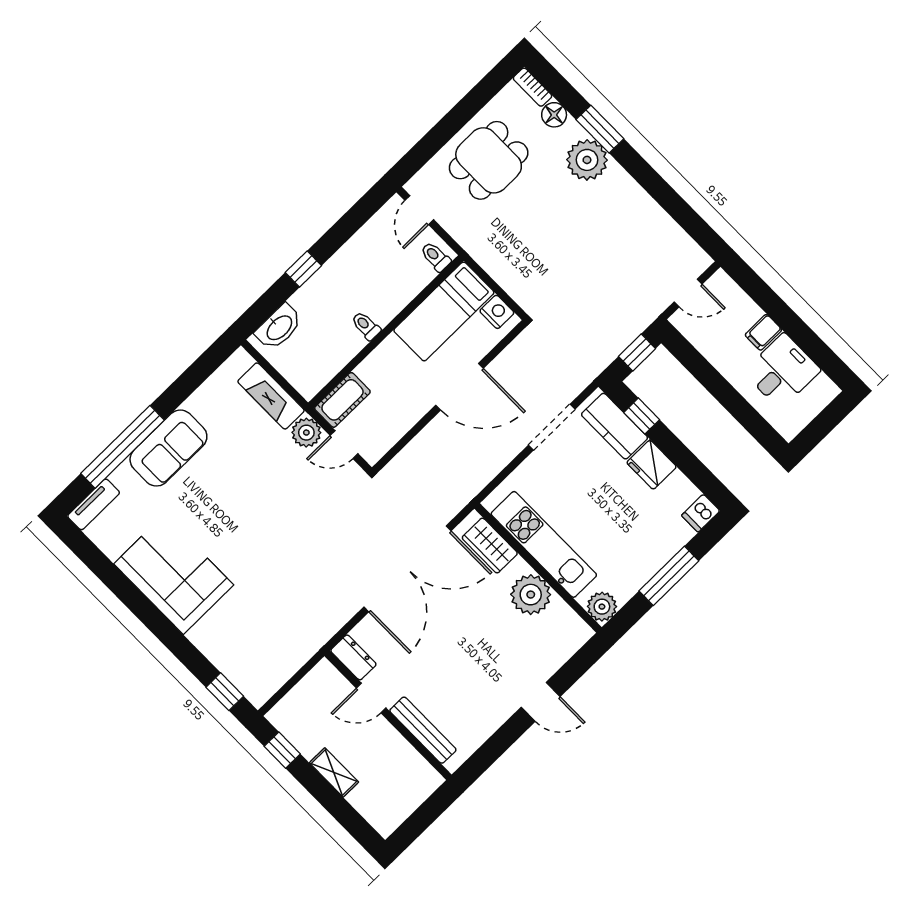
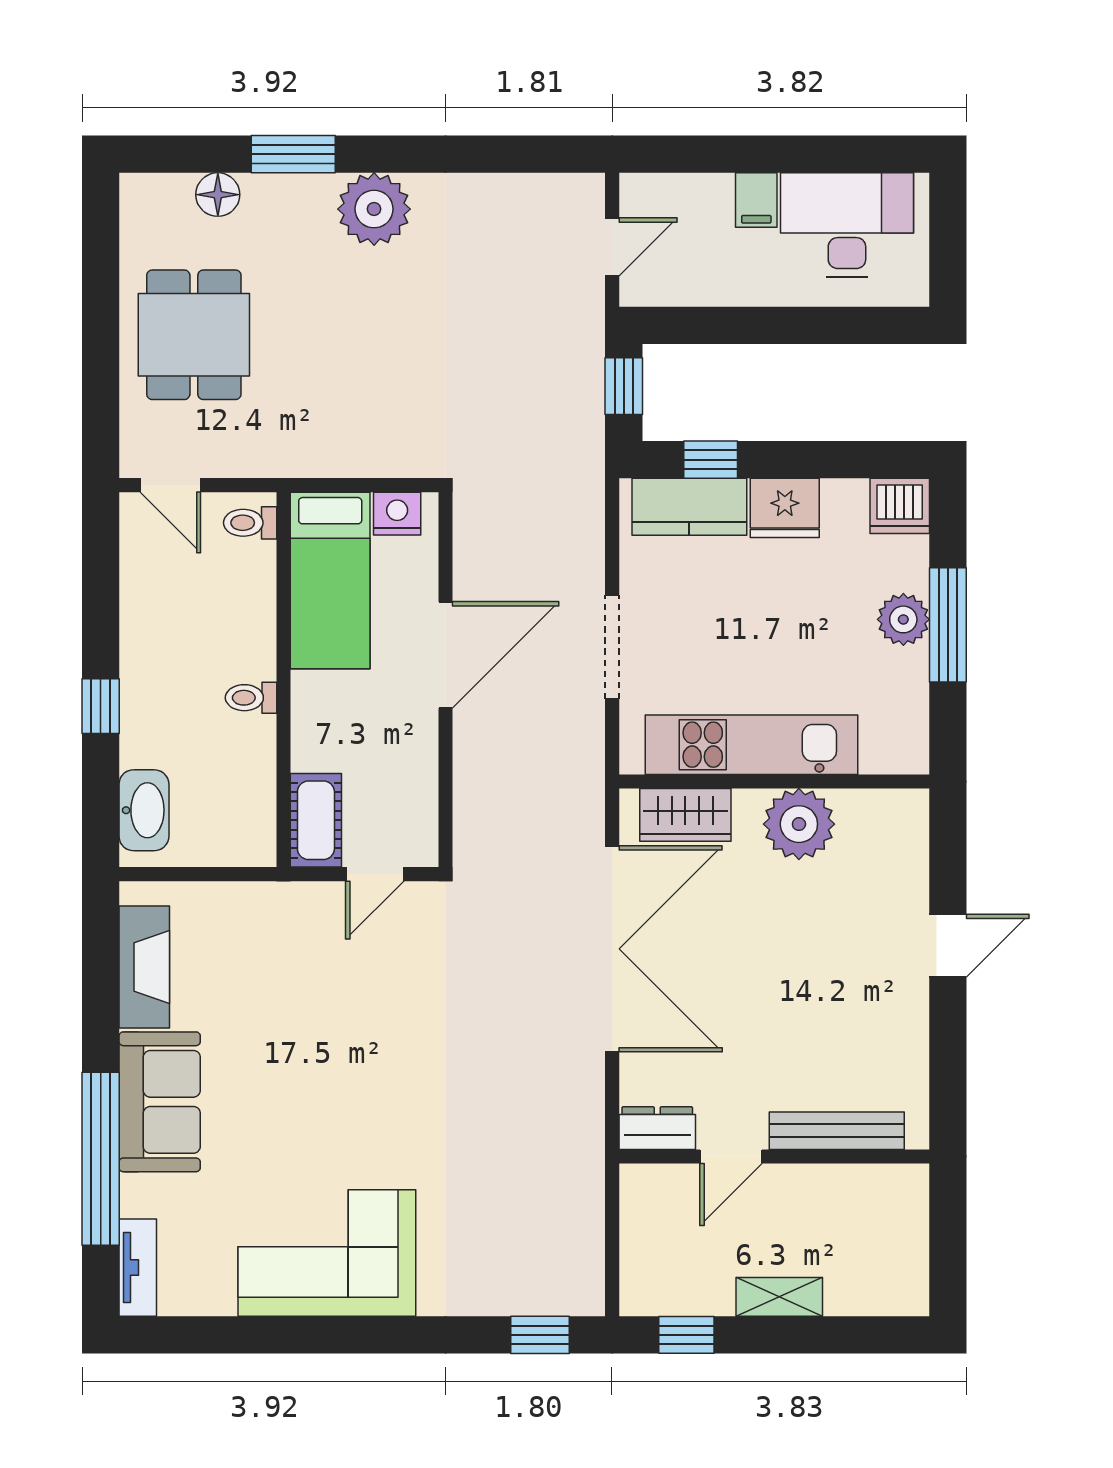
bookcase: (533, 87) -> (156, 187), removed
plant: (587, 160) -> (374, 209), moved
desk: (782, 371) -> (847, 225), width x1.37
fireplace: (271, 396) -> (144, 967), moved, turned -90
doorway: (552, 427) -> (612, 647), moved
plant: (306, 433) -> (312, 907), removed
dishwasher: (701, 513) -> (900, 506), width x1.38
plant: (602, 607) -> (903, 619), moved

